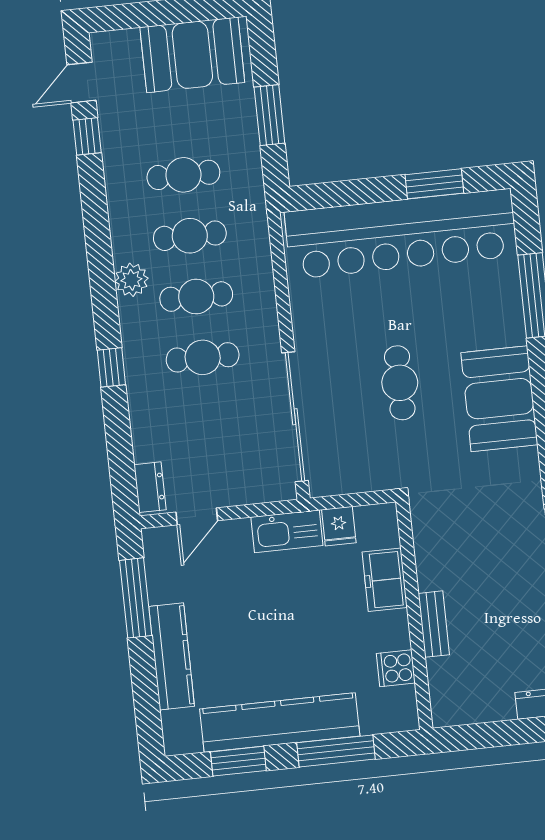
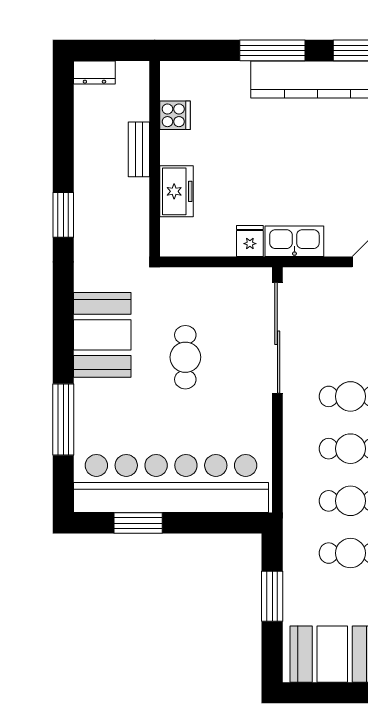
freezer: (385, 580) -> (177, 191), moved
wall: (414, 615) -> (155, 159), moved
bench: (434, 624) -> (139, 149), moved
cooker: (396, 668) -> (175, 115), moved

